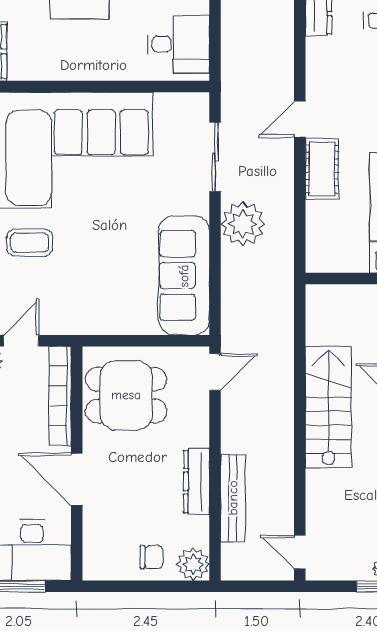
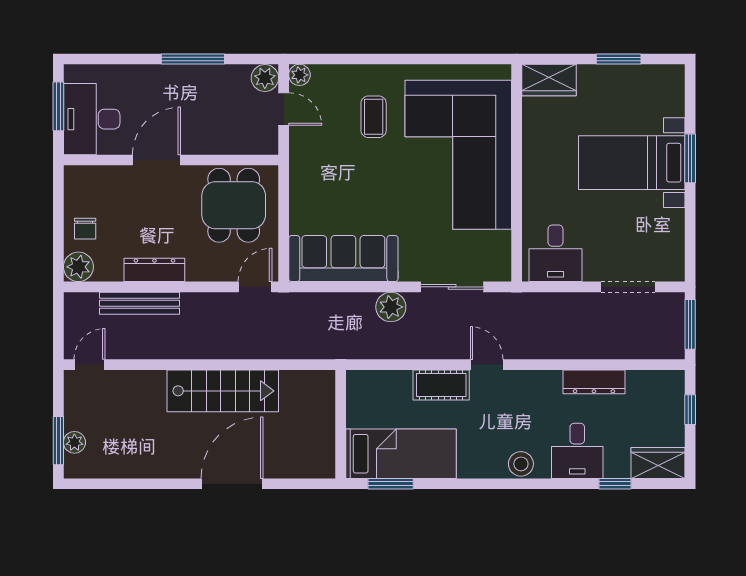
plant: (243, 224) -> (391, 307), width x0.73, depth x0.73
door: (215, 372) -> (255, 287), swing flipped
bookcase: (60, 396) -> (233, 145), removed

